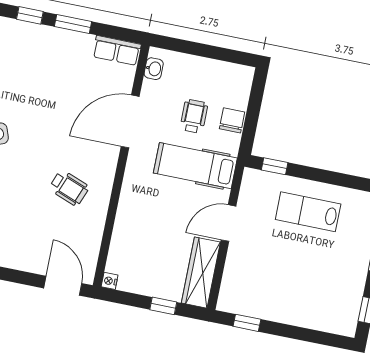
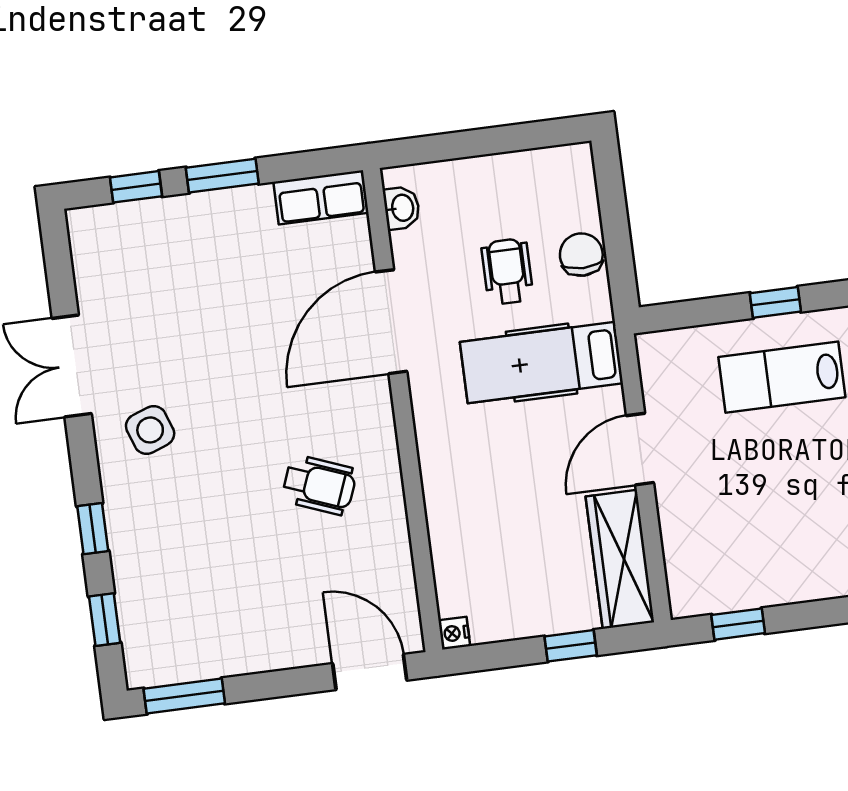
window: (275, 166) -> (775, 302), moved

